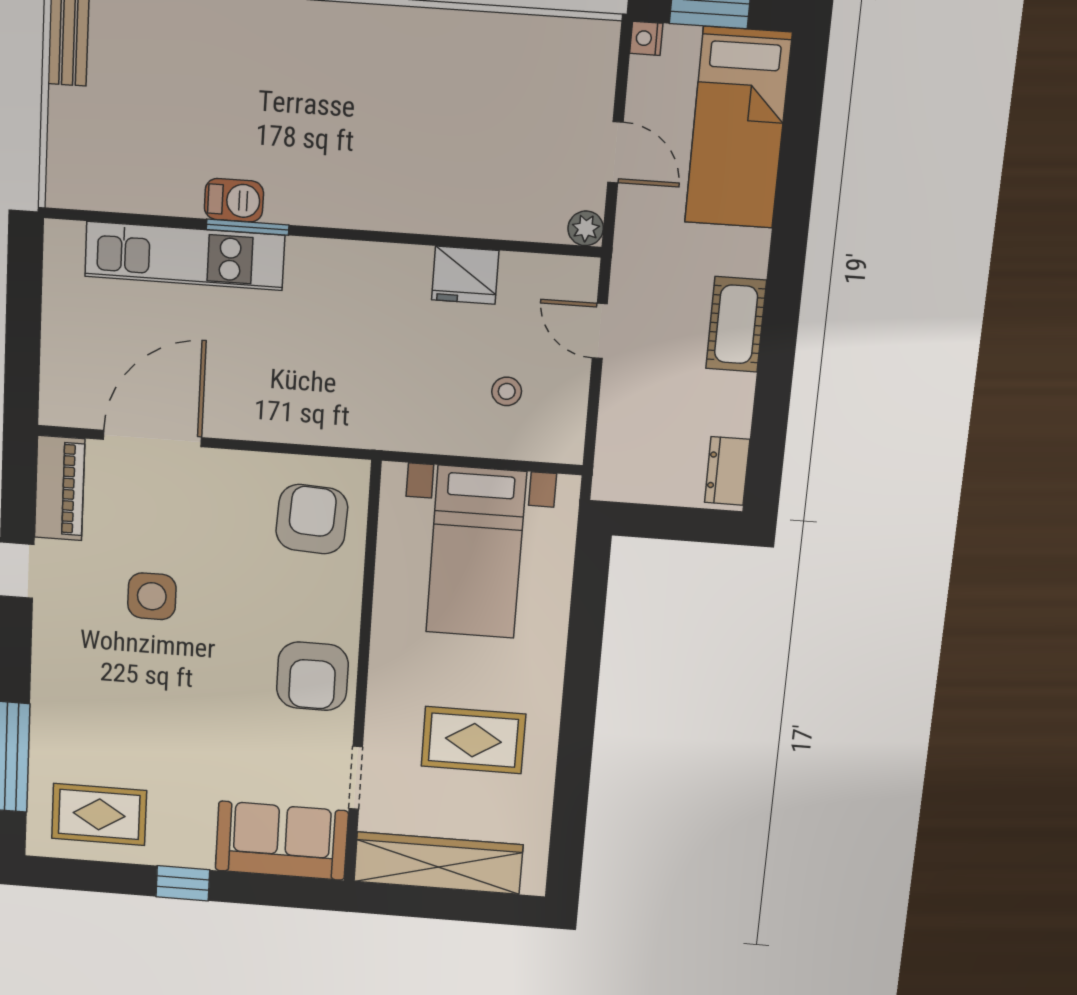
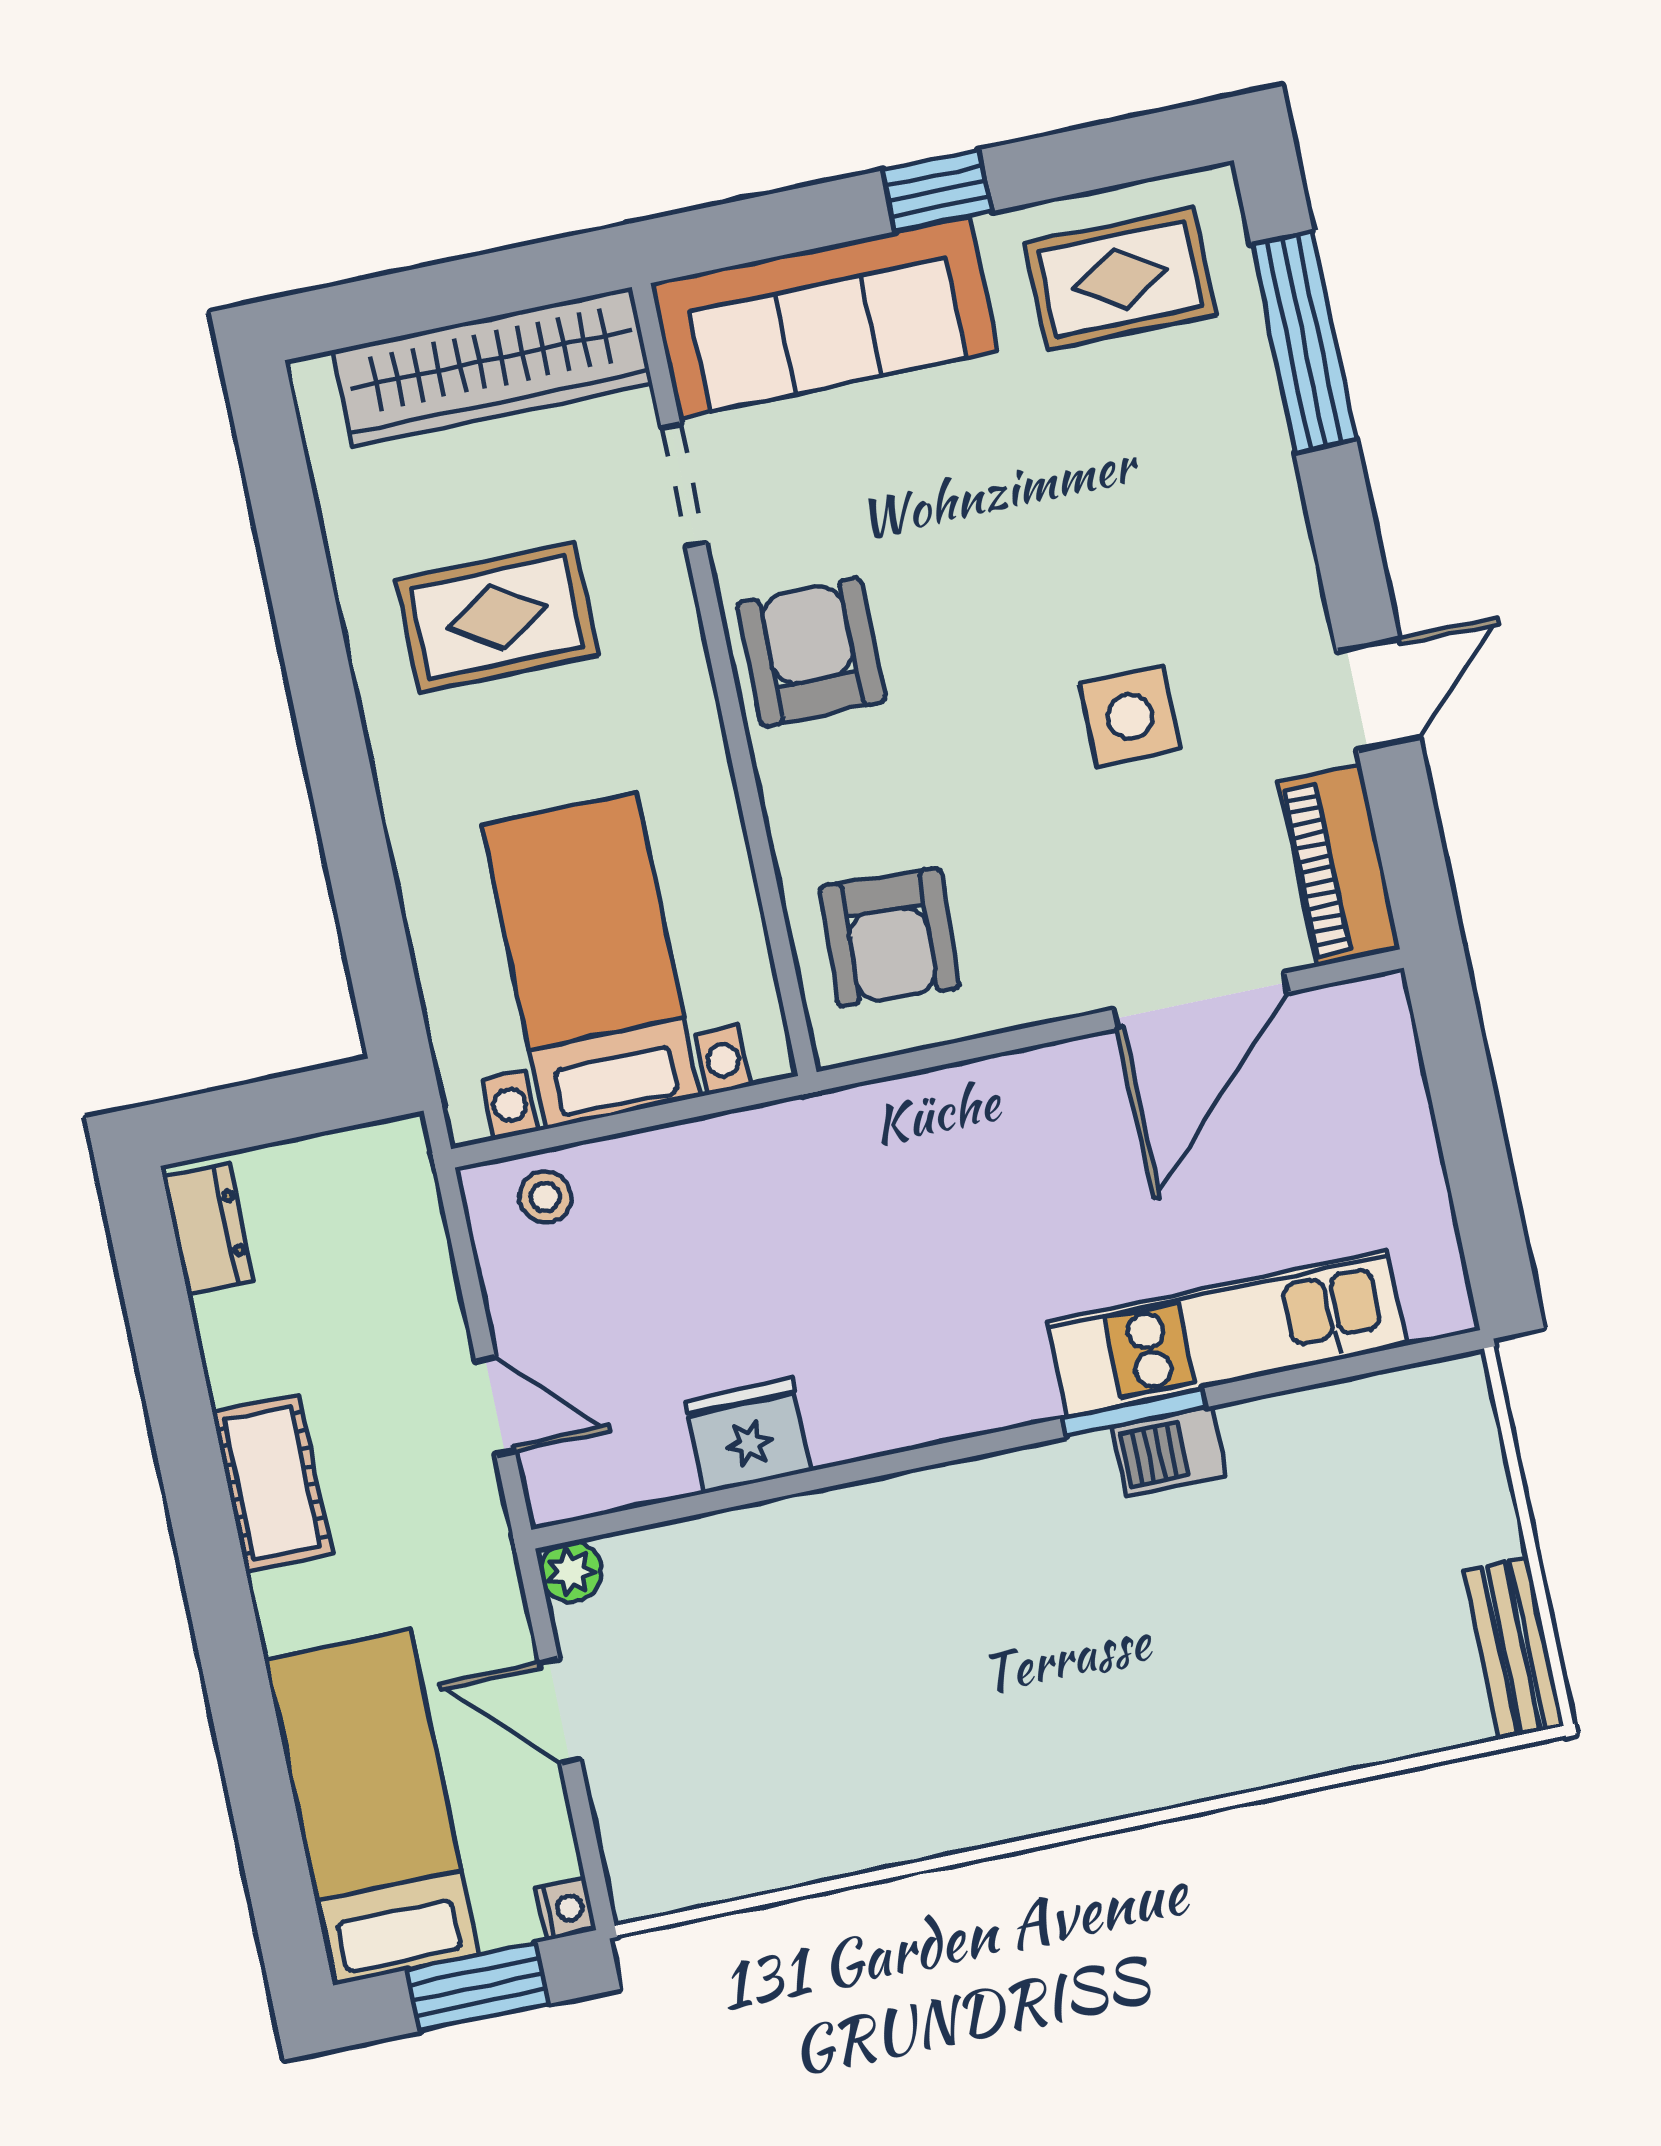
stool: (507, 391) -> (545, 1197), moved
sofa: (282, 841) -> (824, 317), width x1.36

